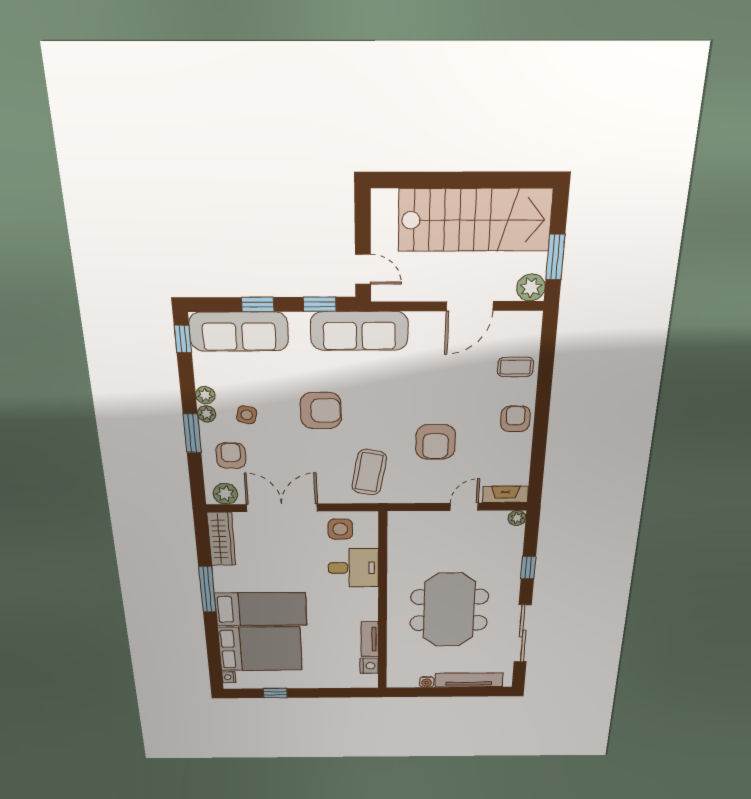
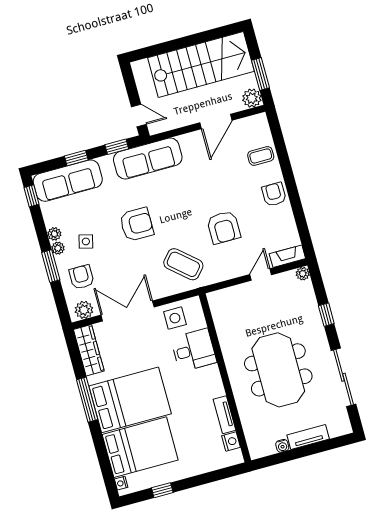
coffee table: (369, 472) -> (183, 264), turned -59
bed: (261, 609) -> (130, 400), width x1.50
tv unit: (469, 680) -> (308, 437), width x0.71

